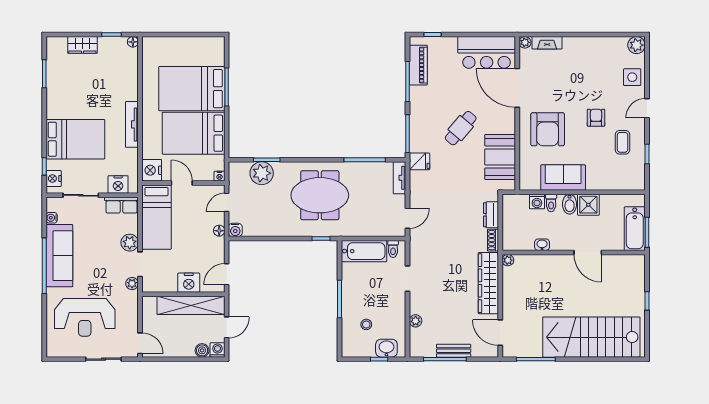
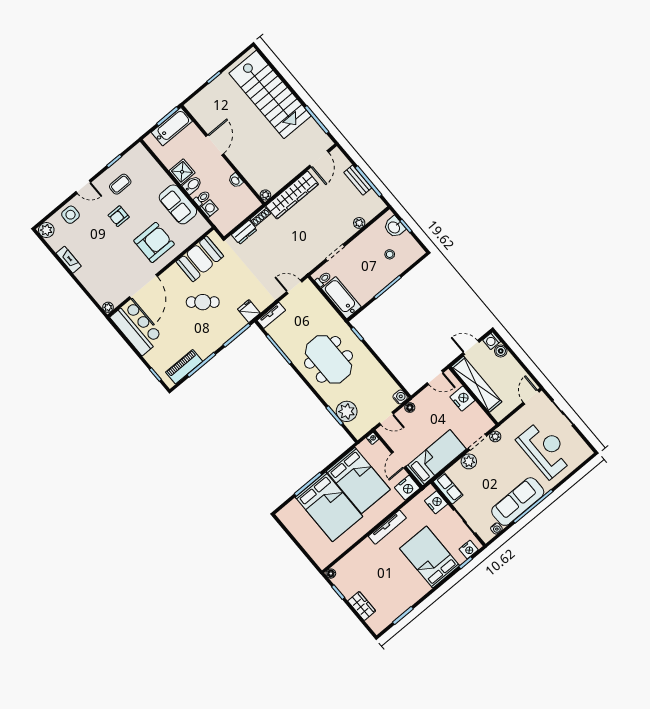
fireplace: (547, 43) -> (69, 260), moved

